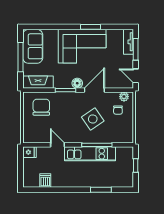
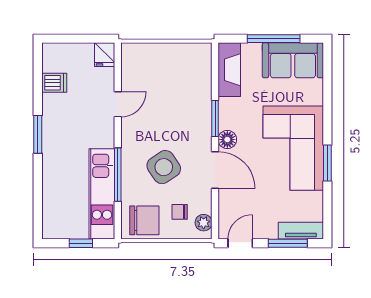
chair: (41, 107) -> (144, 220), moved
kitchen unit: (90, 154) -> (102, 194), moved
window: (101, 190) -> (38, 134), moved

